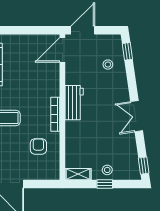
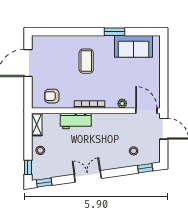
plant: (54, 77) -> (122, 104), added
workbench: (74, 103) -> (76, 121), moved
armchair: (38, 146) -> (52, 96), moved, turned 180
window: (105, 184) -> (28, 167), moved

